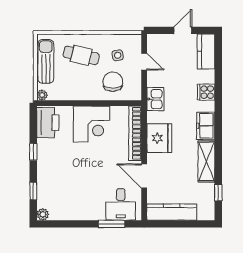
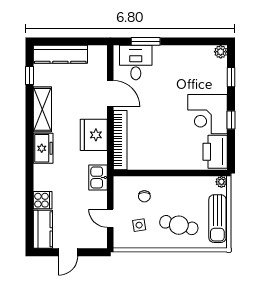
chair: (113, 82) -> (144, 196), width x0.54, depth x0.54
cooker: (206, 92) -> (43, 200), moved
corner desk: (92, 124) -> (208, 114), moved, turned -90
kitchen counter: (172, 212) -> (60, 54), moved

